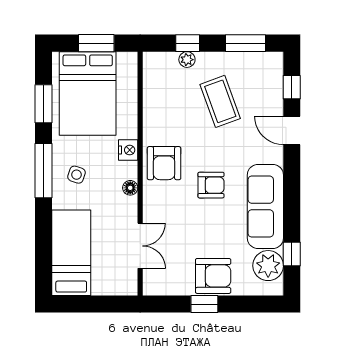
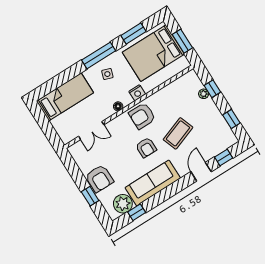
window: (246, 43) -> (231, 119), width x0.67
coffee table: (220, 101) -> (178, 133), moved
window: (204, 304) -> (90, 196), moved

